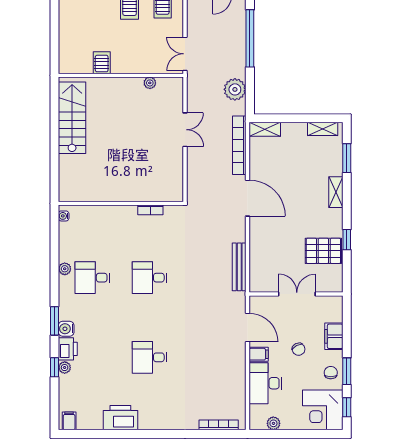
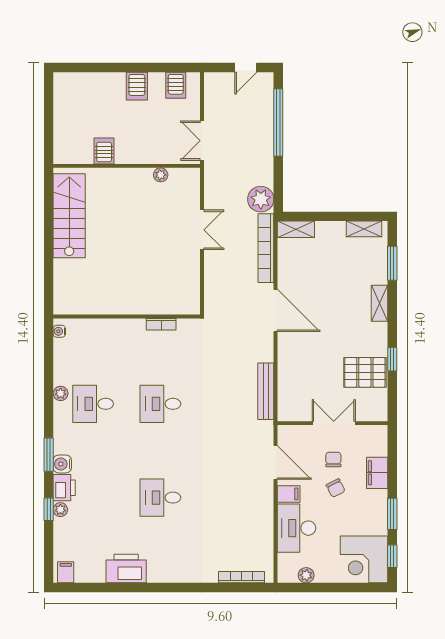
plant: (235, 89) -> (261, 199), moved
chair: (331, 373) -> (333, 460), moved

